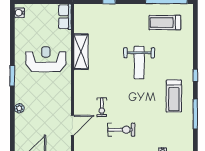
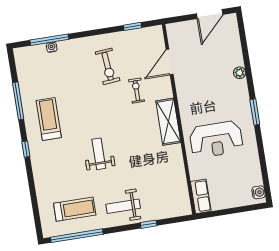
weight bench: (127, 19) -> (123, 206), added
shelving: (81, 52) -> (168, 122), moved
weight bench: (139, 63) -> (99, 154), width x0.73, depth x0.75
exercise bike: (121, 130) -> (108, 66), turned -95

